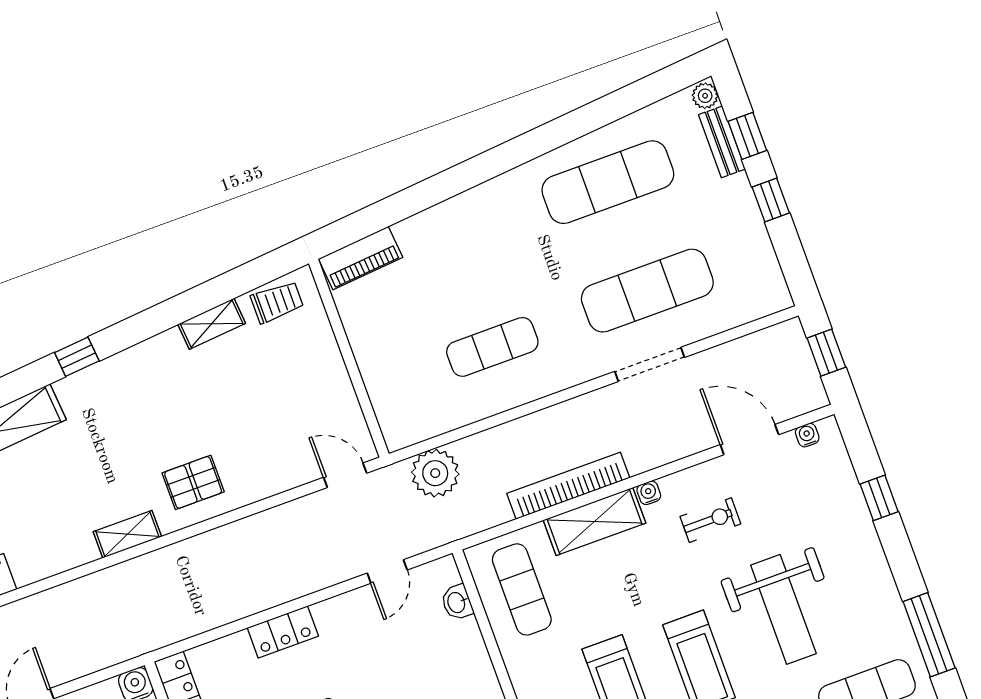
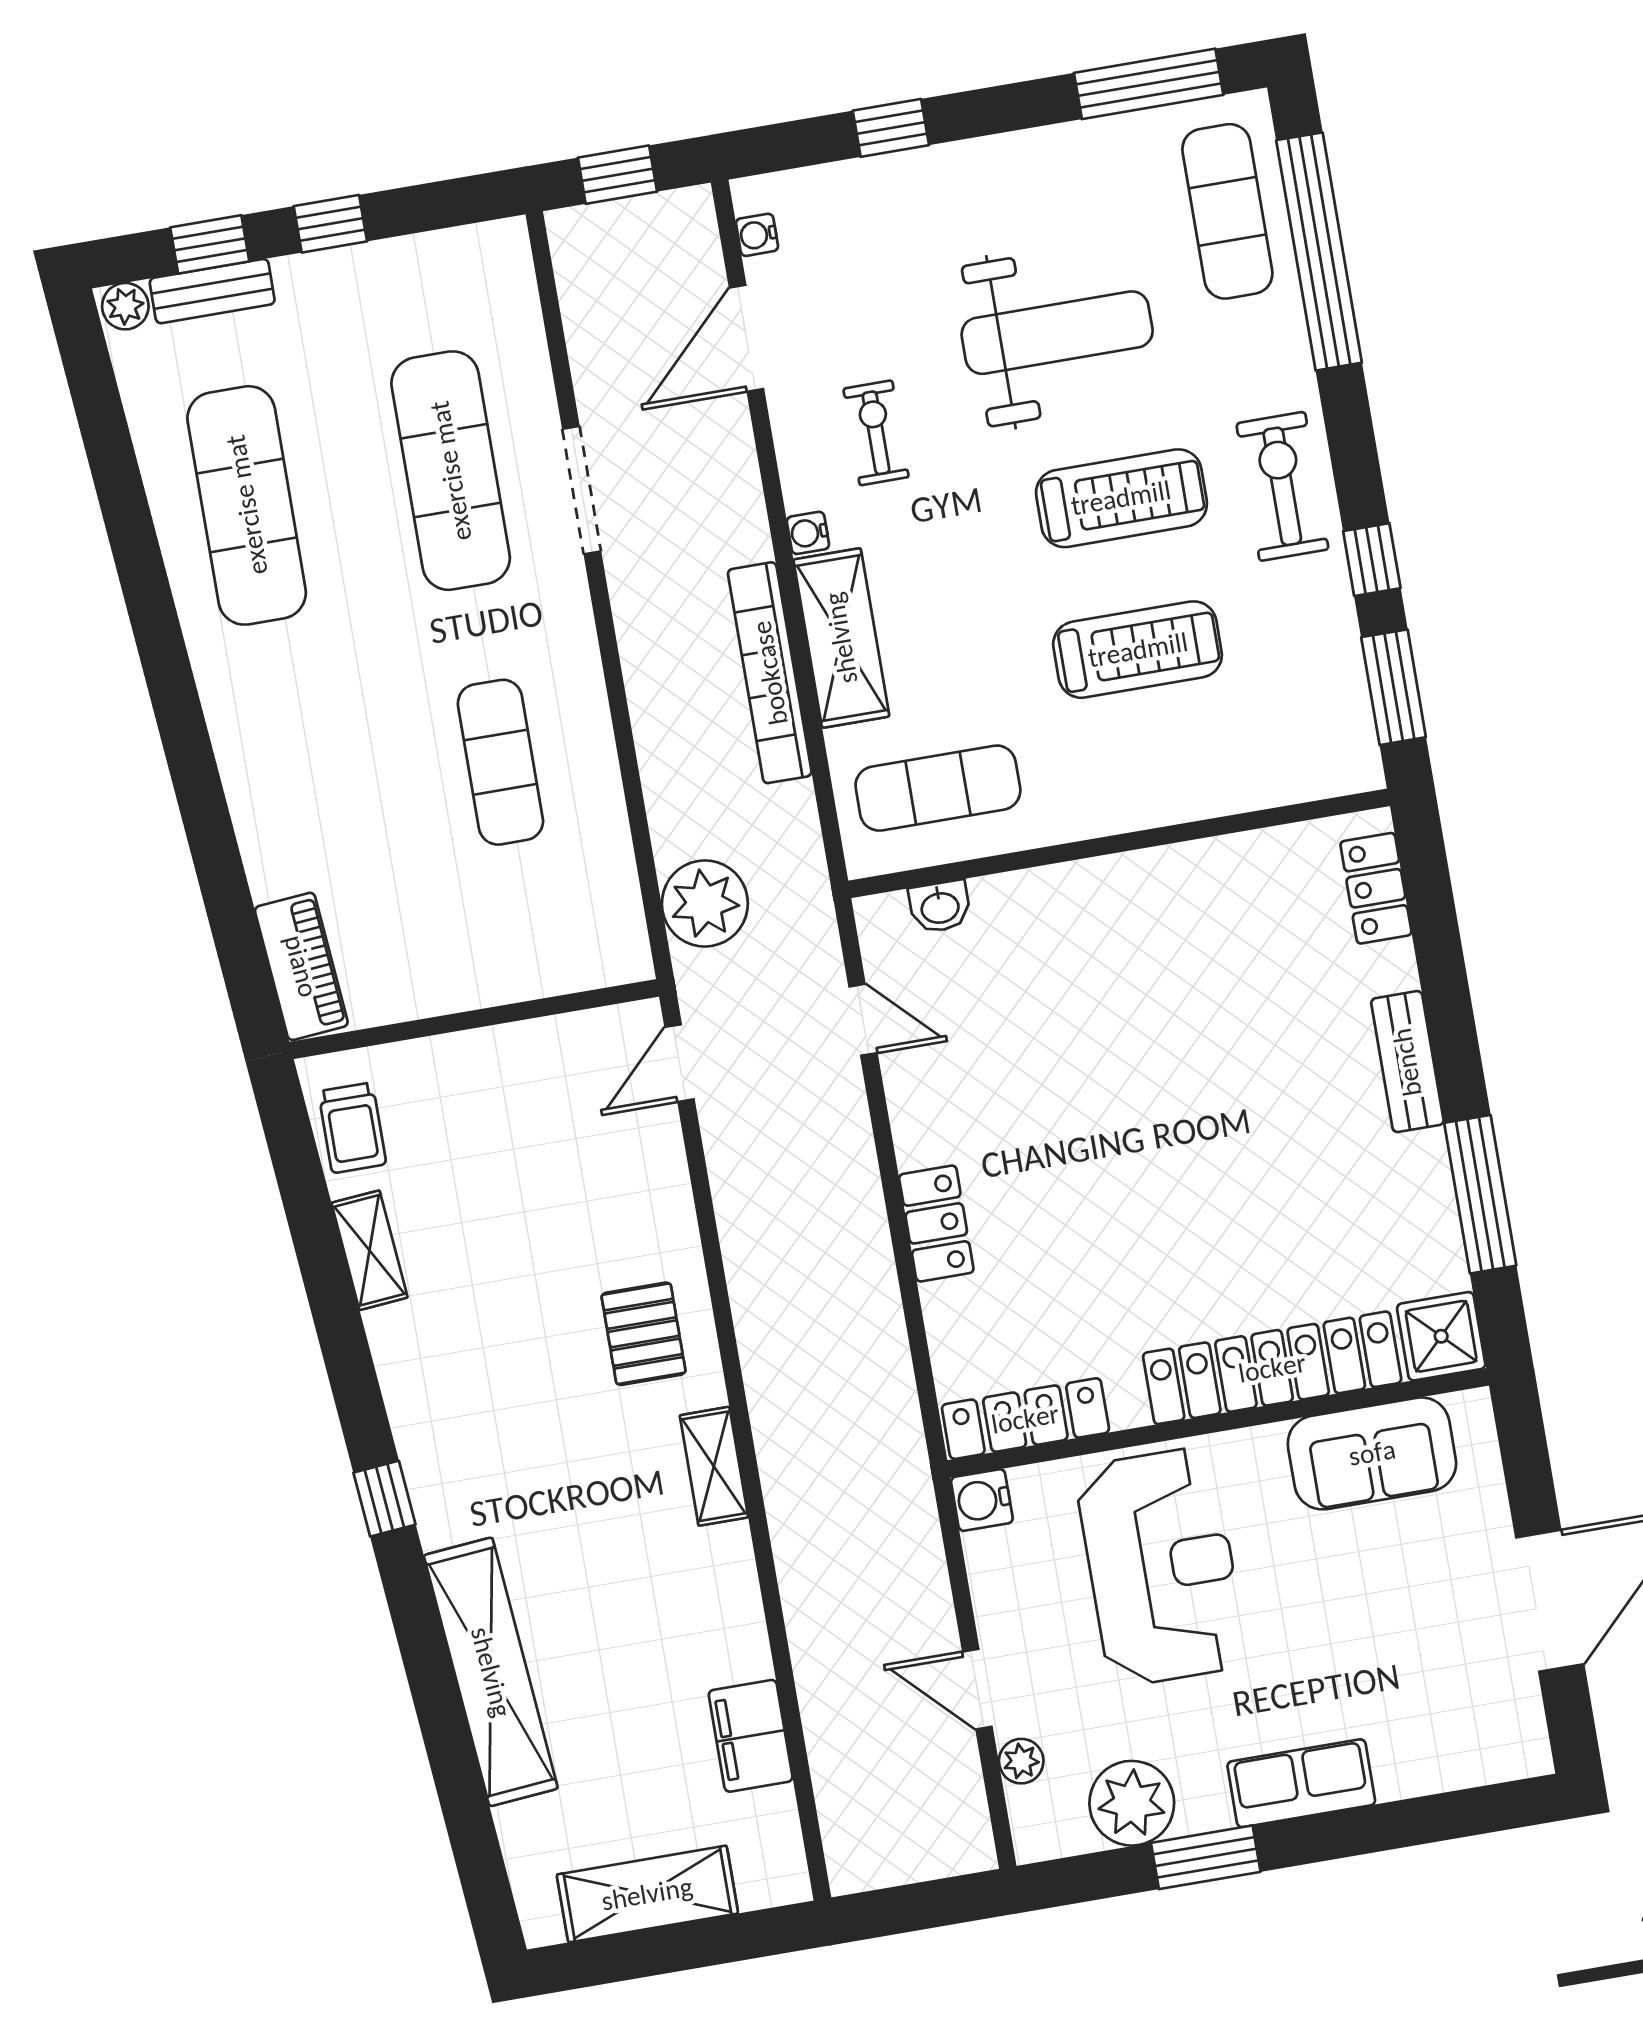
trolley: (277, 302) -> (352, 1128), turned 180

